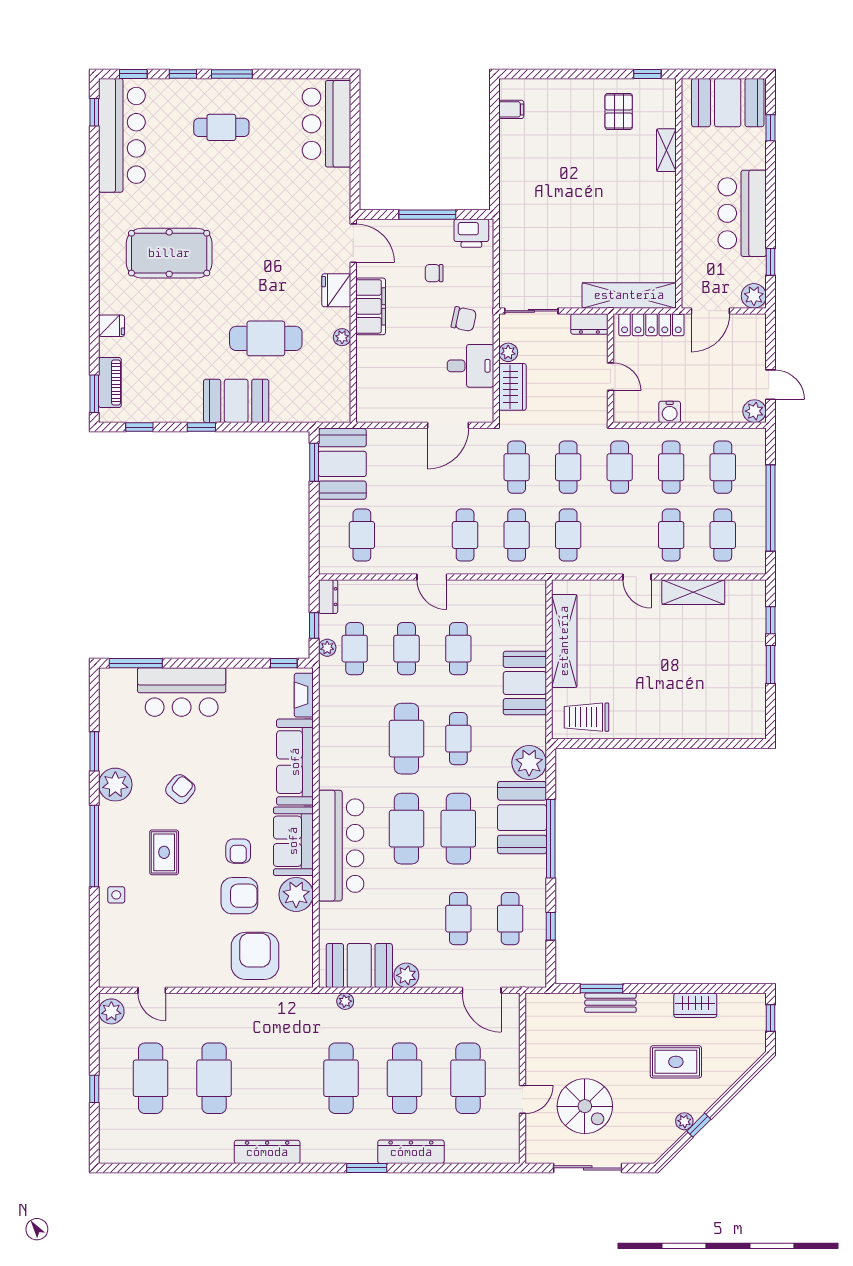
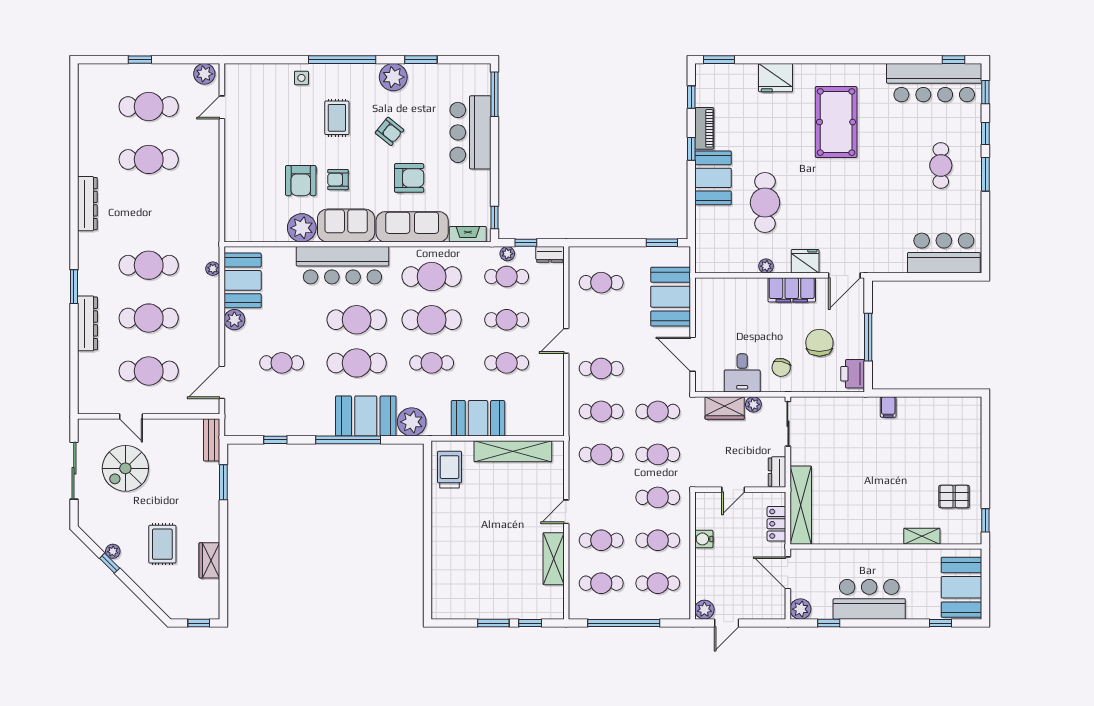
filing cabinet: (511, 109) -> (888, 407), moved
chair: (434, 273) -> (819, 343), width x1.87, depth x1.87
locker: (651, 325) -> (776, 524), width x0.66
fridge: (112, 326) -> (776, 78), width x1.88, depth x1.34
piano: (110, 382) -> (704, 128), moved, turned -90
booth: (342, 464) -> (671, 297), moved, turned 90
rug: (164, 852) -> (337, 118), turned 90
cafe table: (510, 919) -> (432, 277), moved, width x1.37, depth x1.35
armchair: (255, 956) -> (409, 178), moved, width x0.73, depth x0.73
bench: (610, 1003) -> (212, 440), moved

